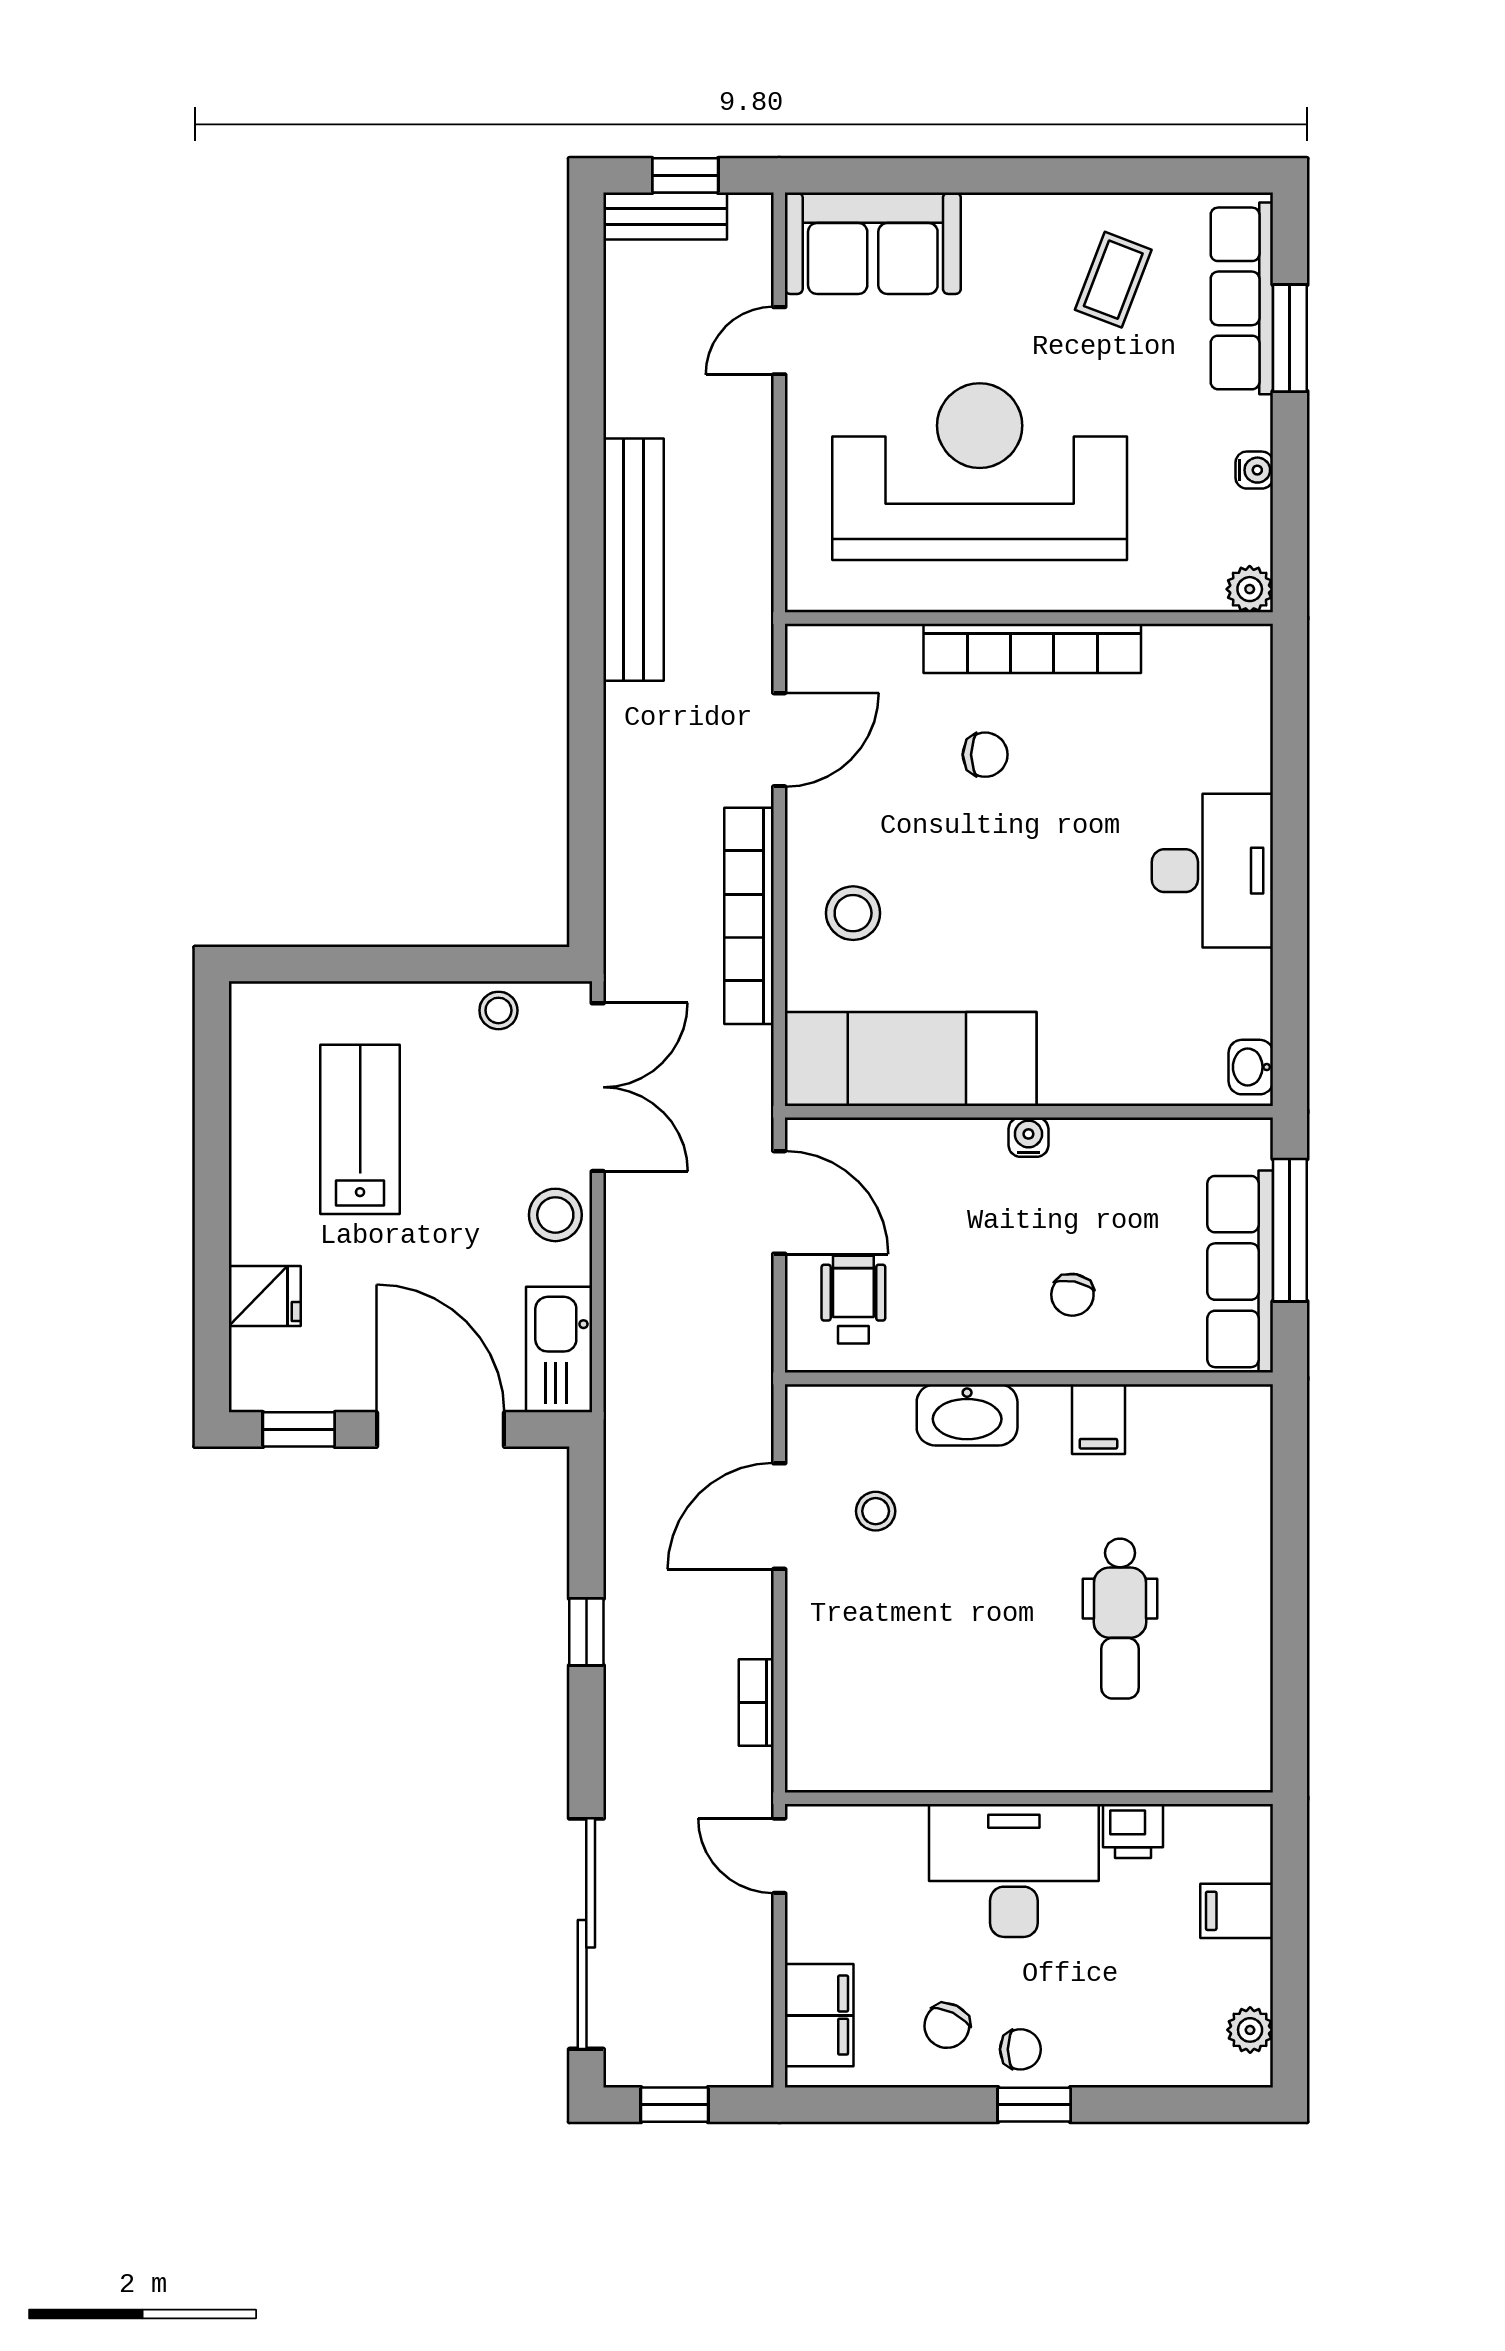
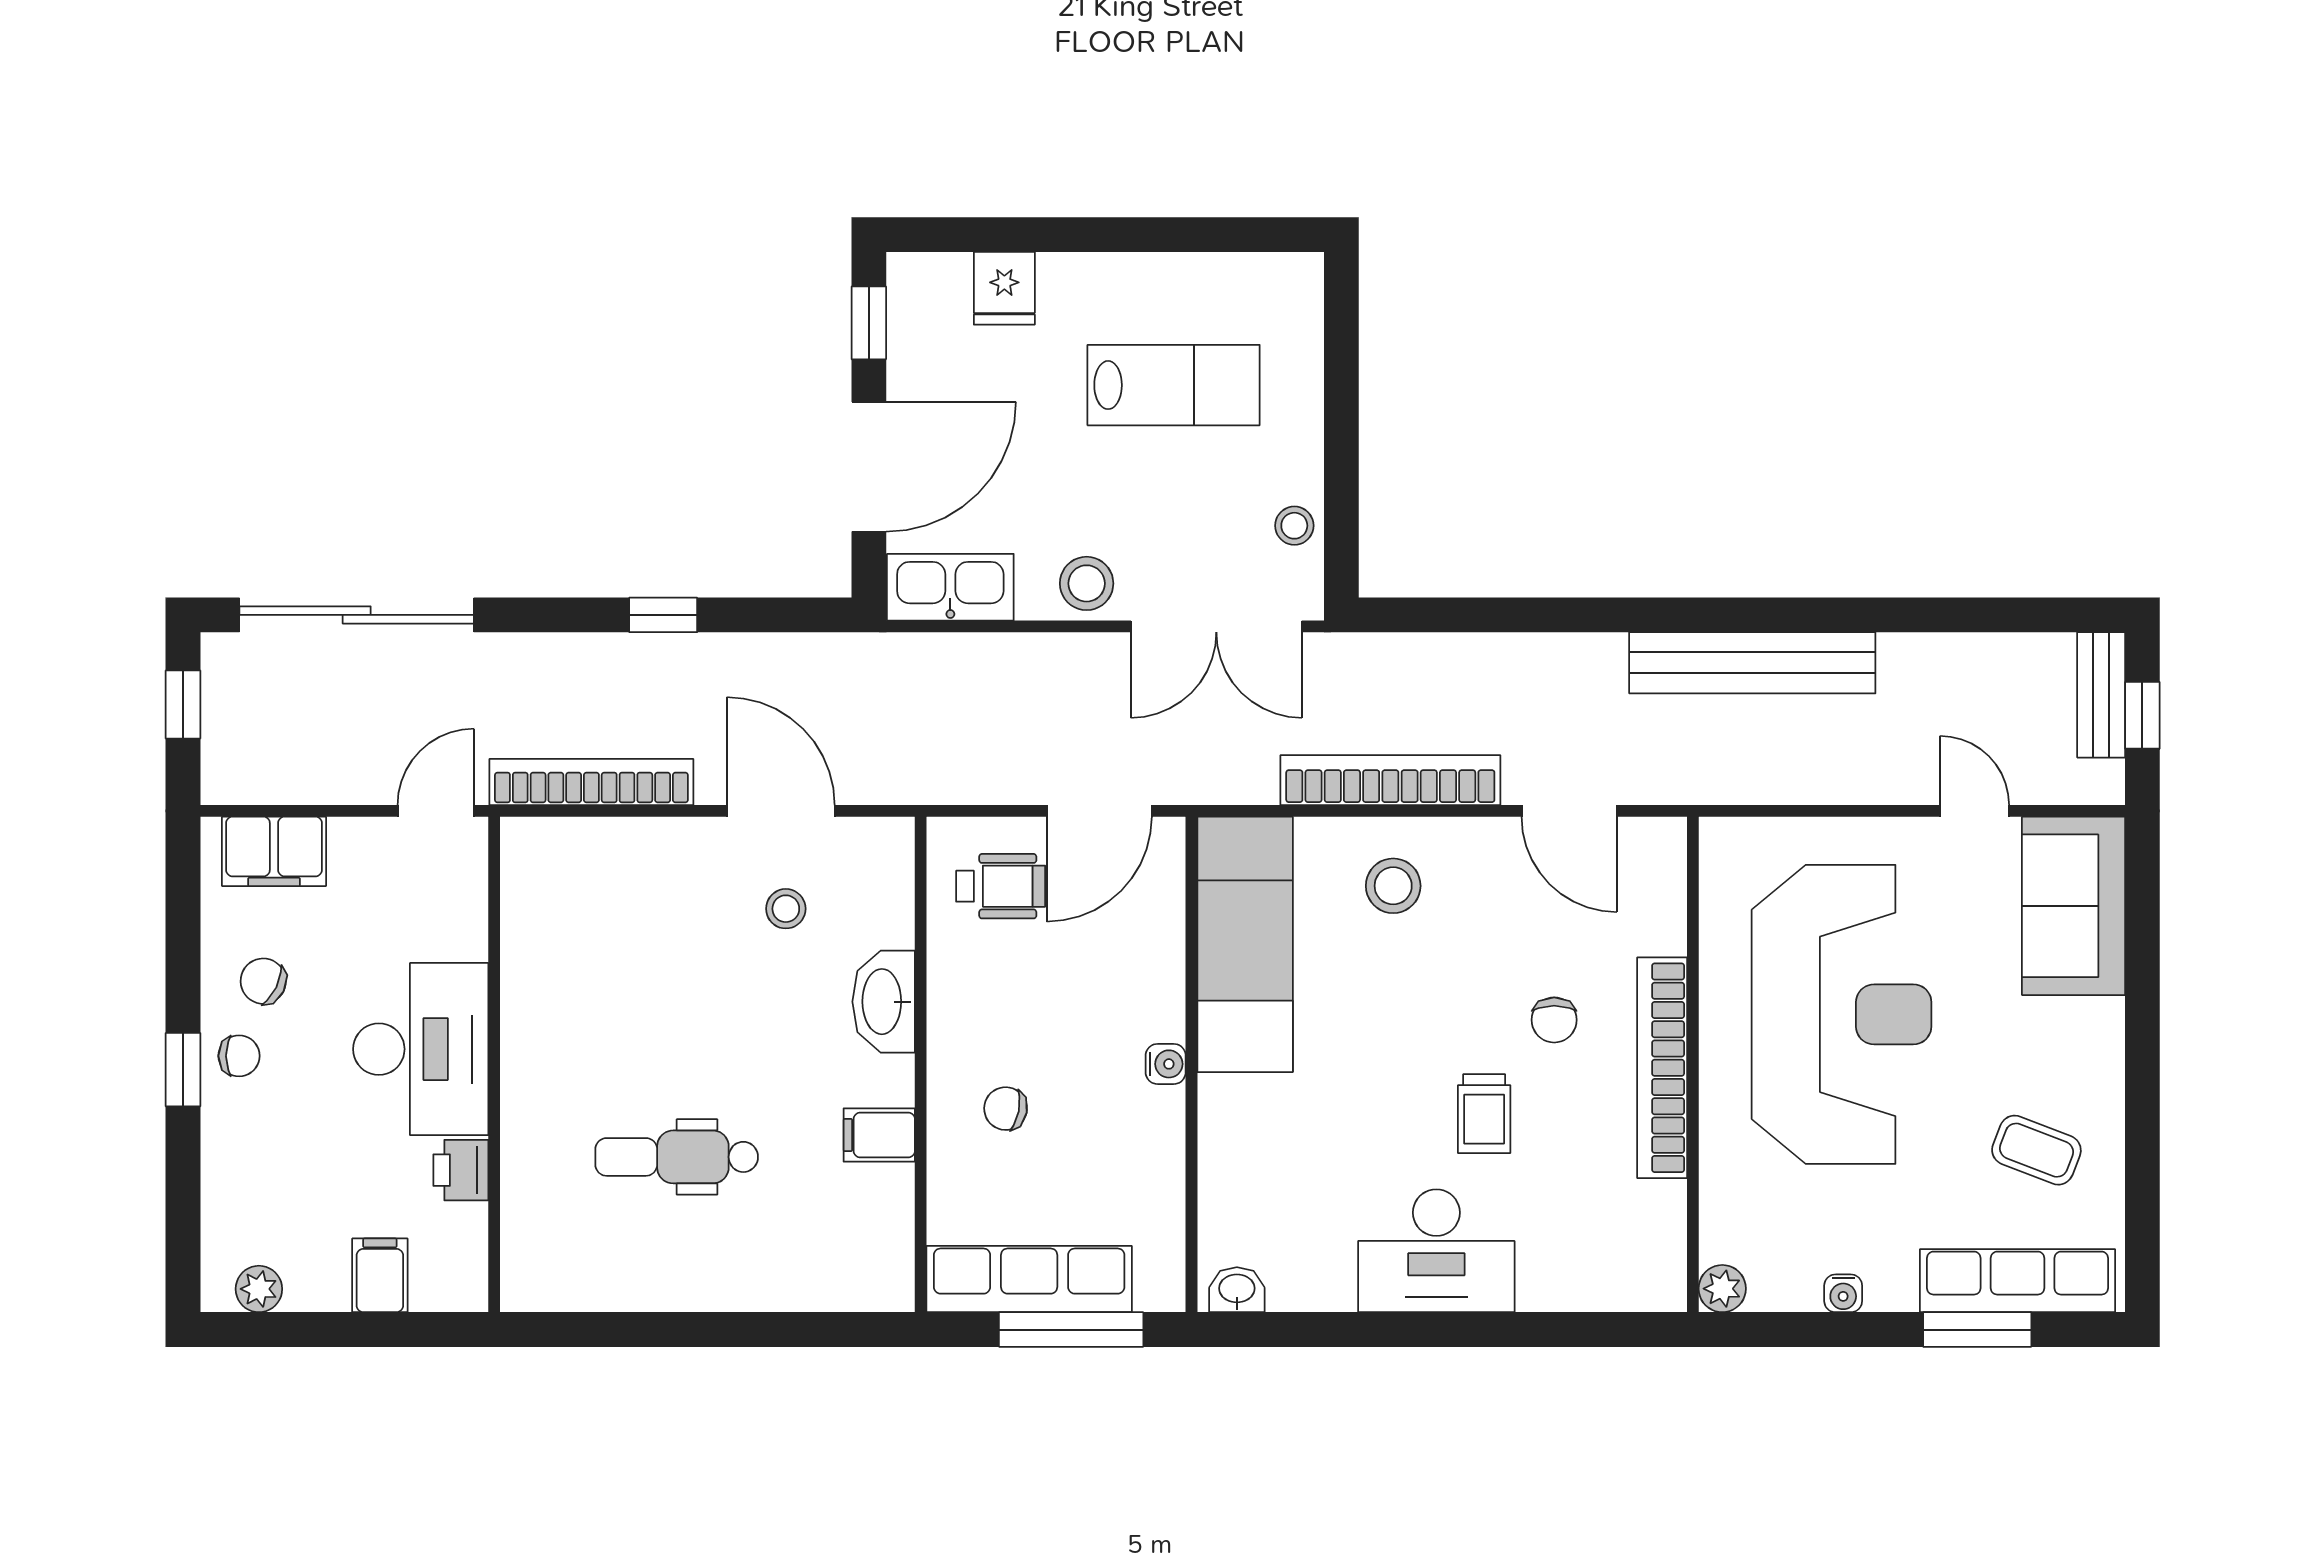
trolley: (1077, 824) -> (1484, 1114), added
bookcase: (756, 1703) -> (591, 782), width x2.31, depth x1.31
chair: (1020, 2049) -> (239, 1056), turned -90

